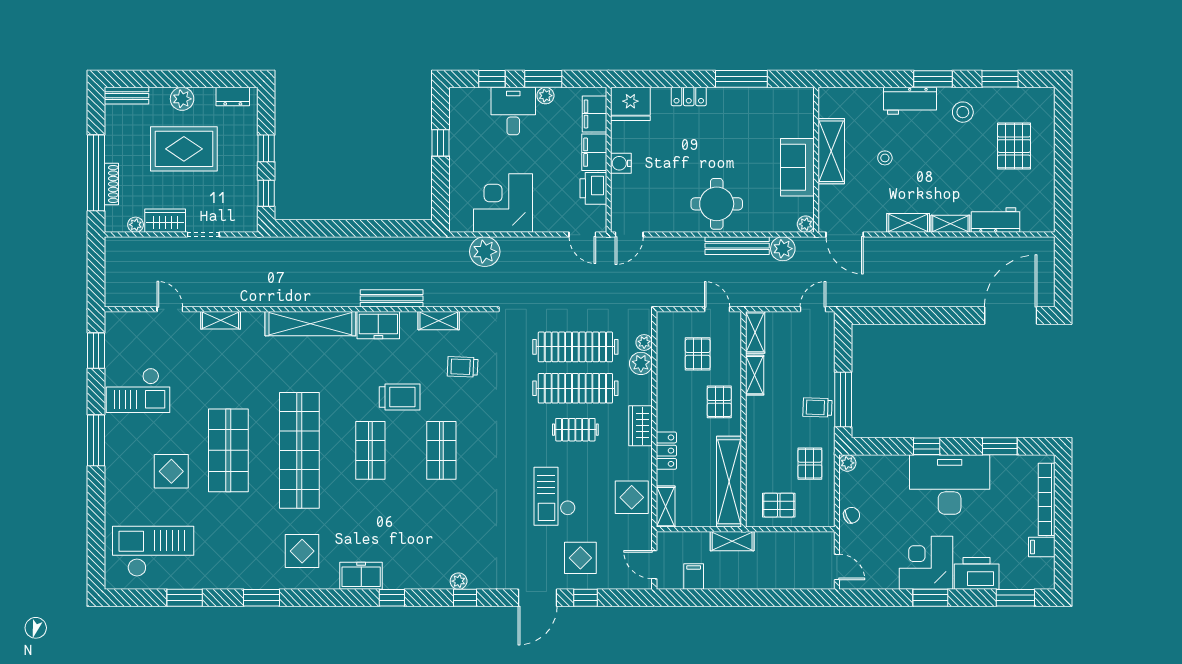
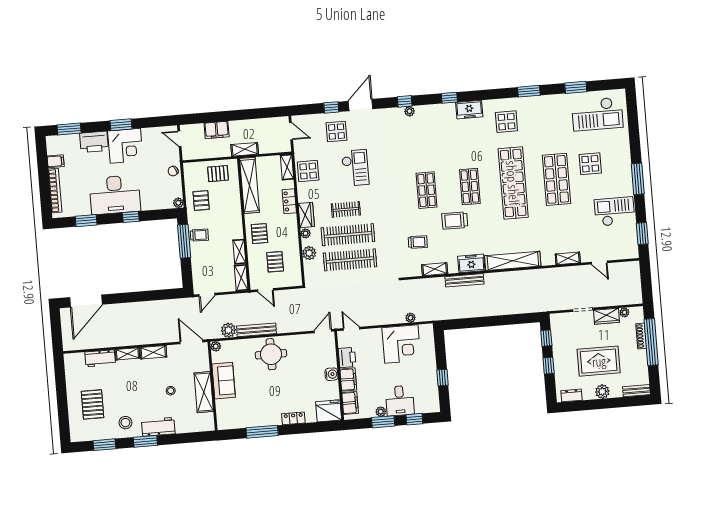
plant: (485, 252) -> (410, 318), width x0.53, depth x0.53
plant: (644, 342) -> (306, 233), moved
filing cabinet: (694, 576) -> (217, 130), moved, width x2.00

